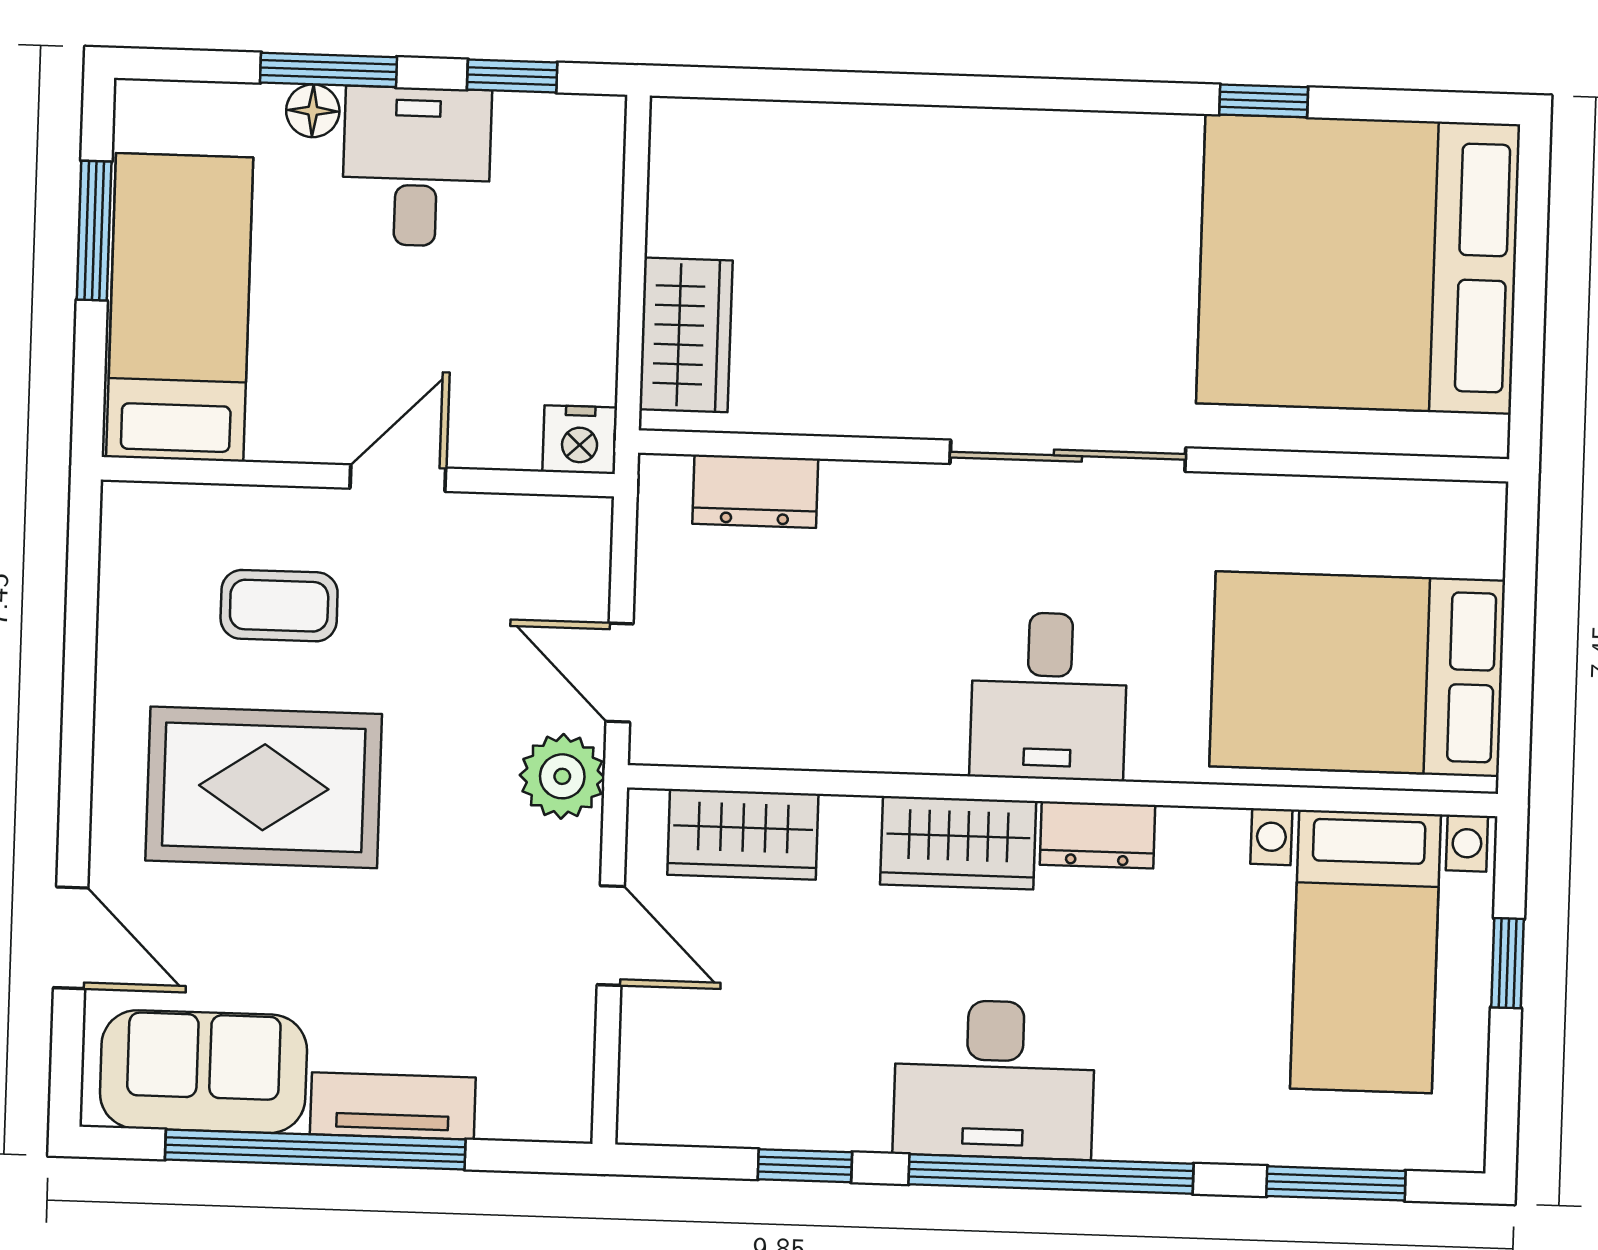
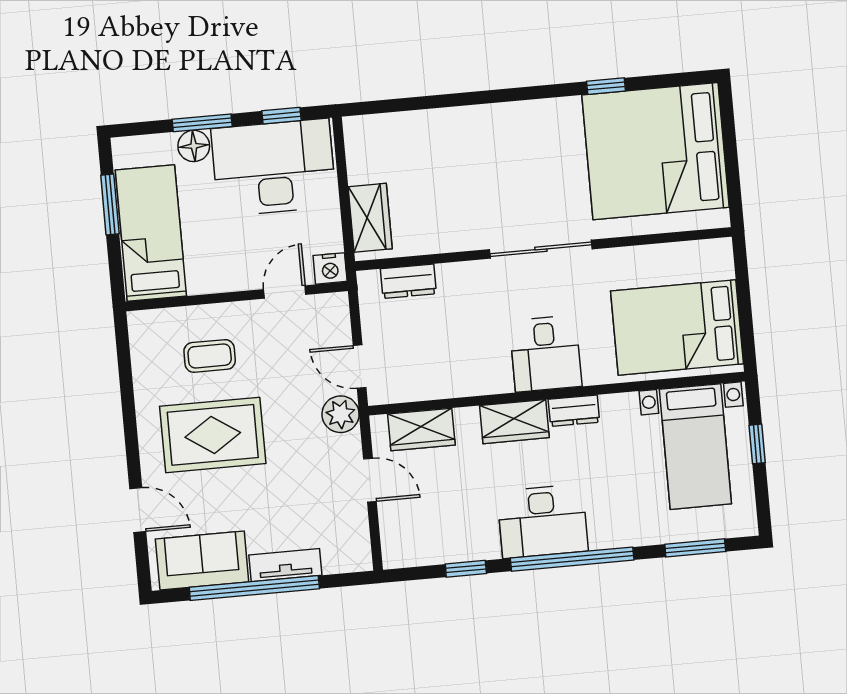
floor lamp: (313, 111) -> (194, 146), width x1.37, depth x1.37
desk: (417, 167) -> (274, 167), width x1.87, depth x1.30
door: (398, 478) -> (285, 292), moved

